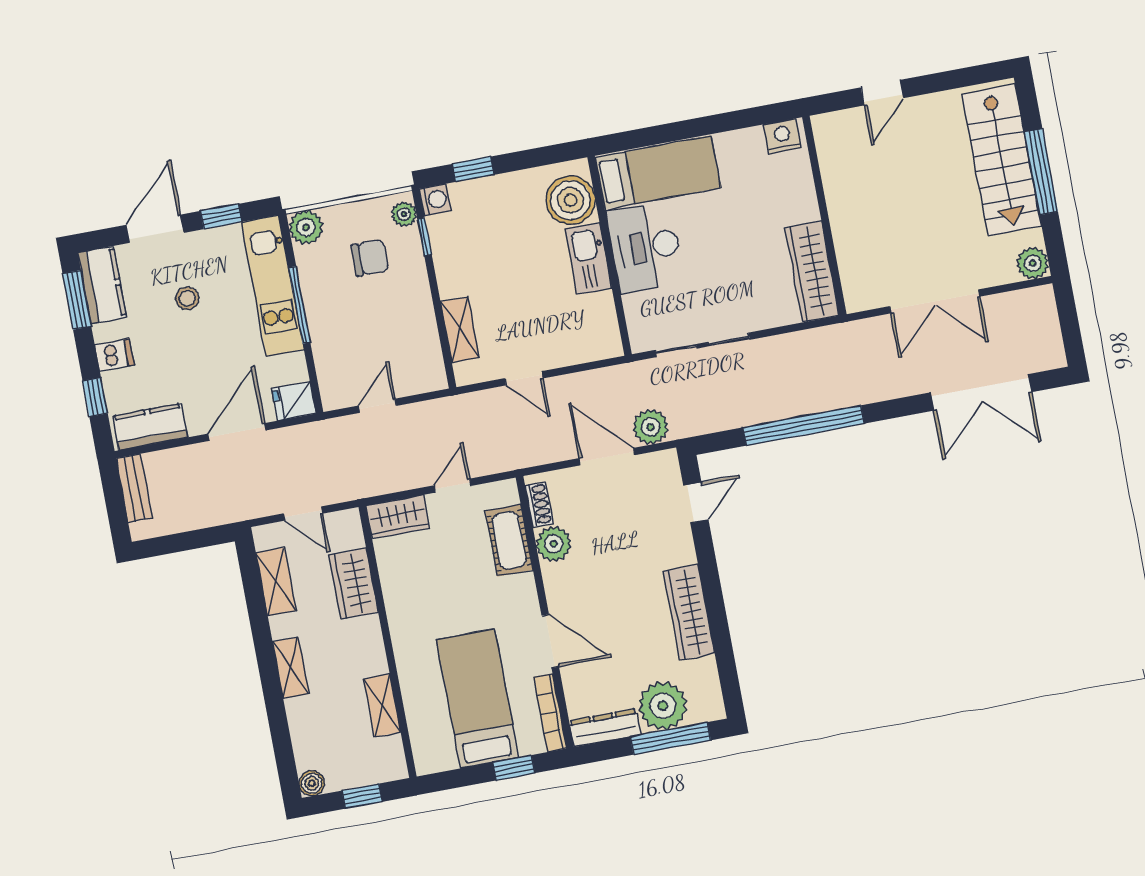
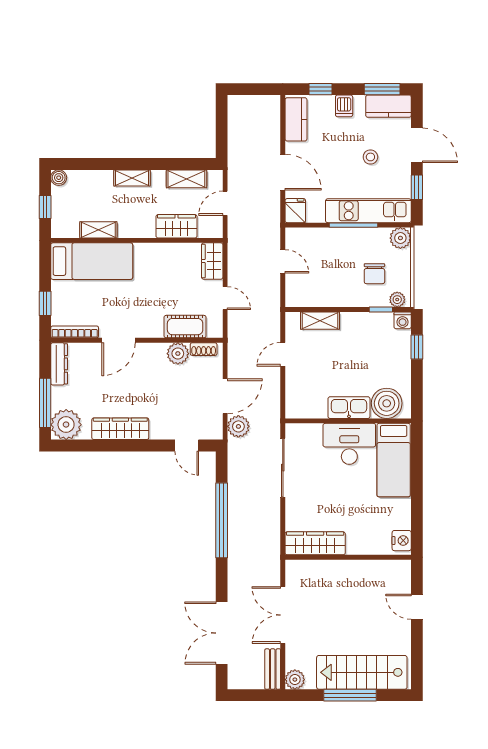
bench: (134, 488) -> (273, 669), moved, turned 90
bed: (478, 699) -> (92, 261), moved
plant: (663, 706) -> (66, 425), moved

